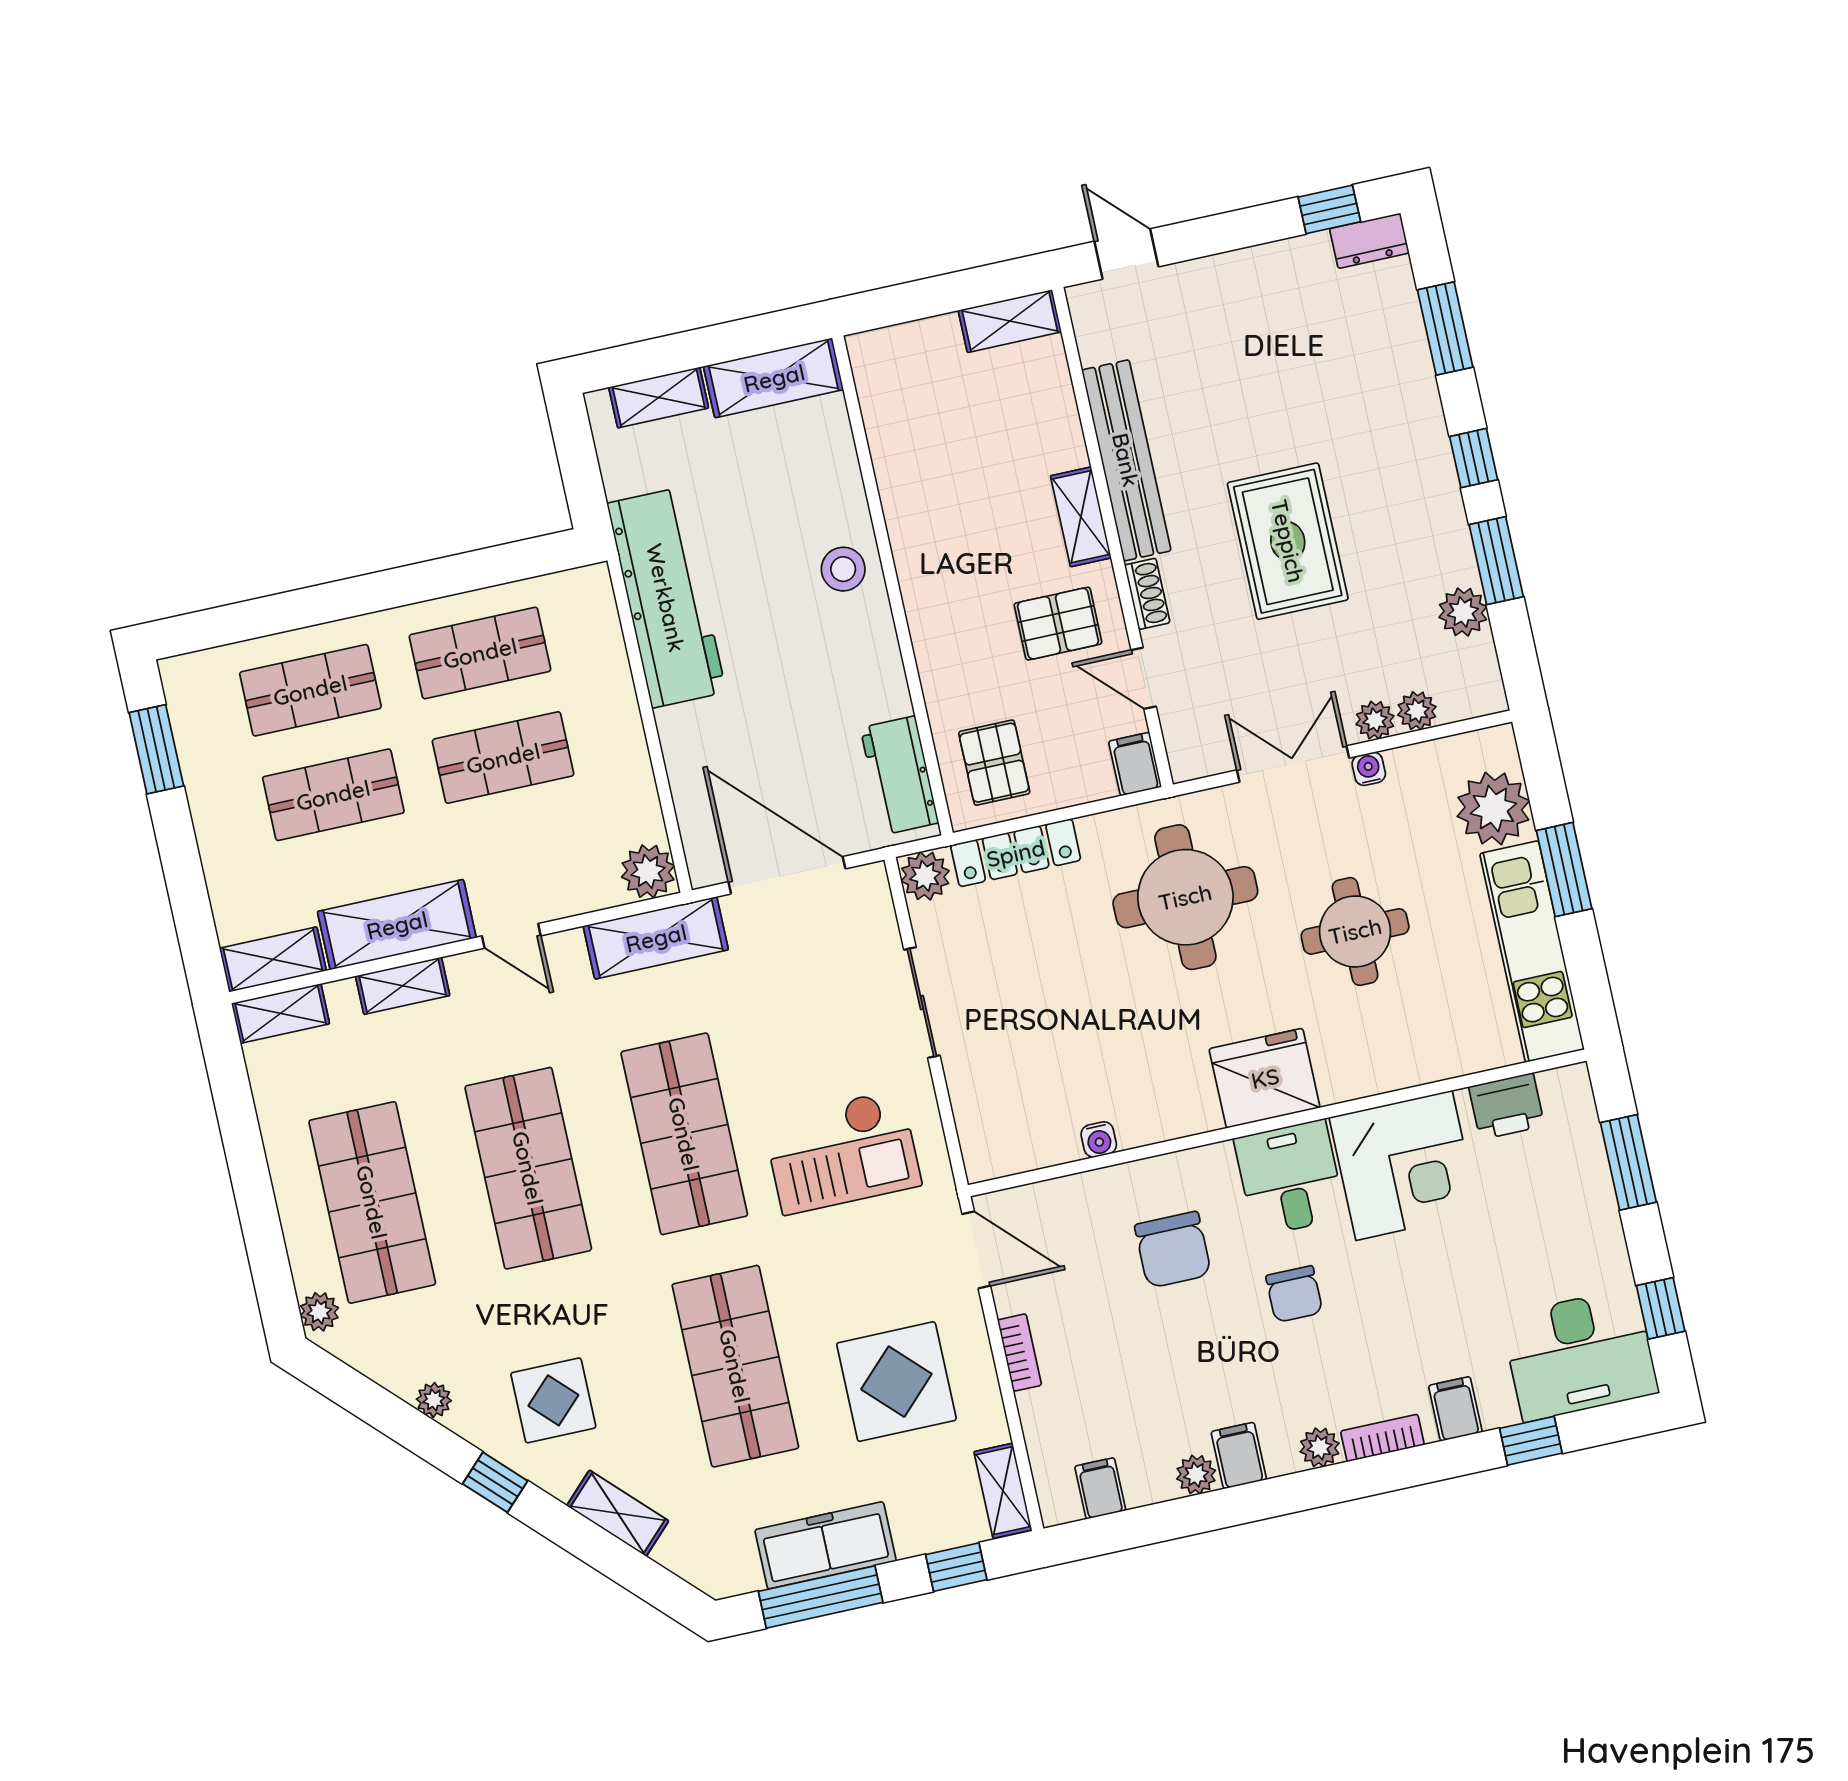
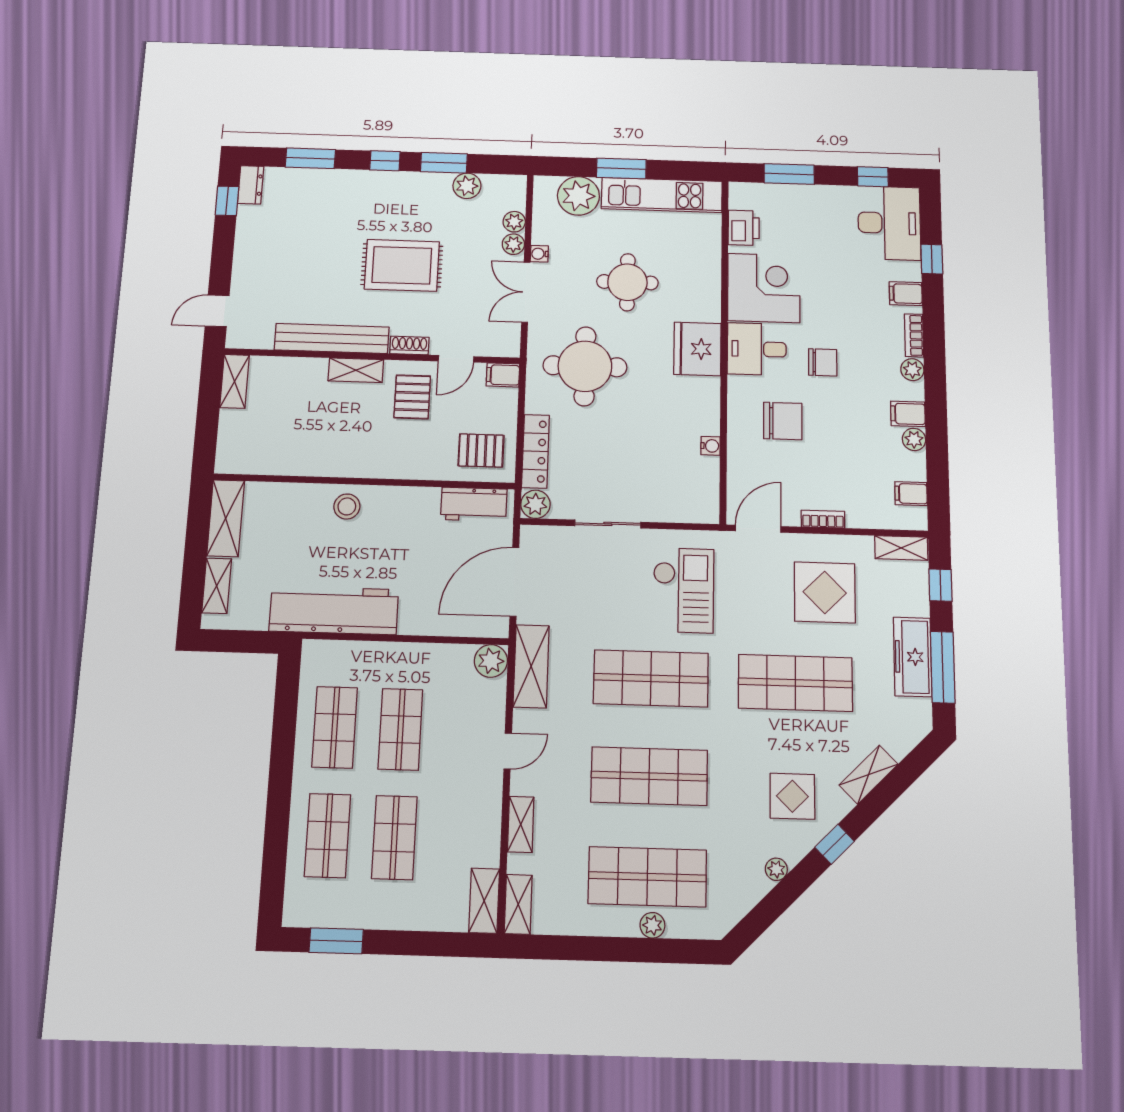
shelving: (397, 925) -> (483, 819), removed
plant: (319, 1312) -> (652, 925), moved

